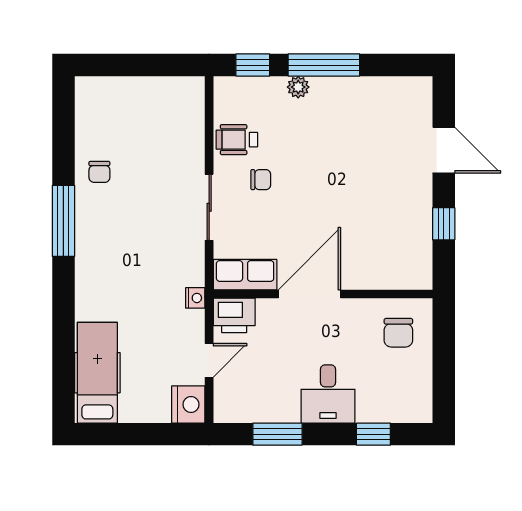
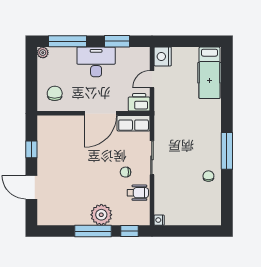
plant: (298, 87) -> (101, 215), width x1.88, depth x1.88
nightstand: (195, 298) -> (159, 220), moved
desk: (328, 394) -> (96, 62), width x1.37
plant: (422, 412) -> (43, 53), added
window: (373, 434) -> (68, 41), width x2.17

